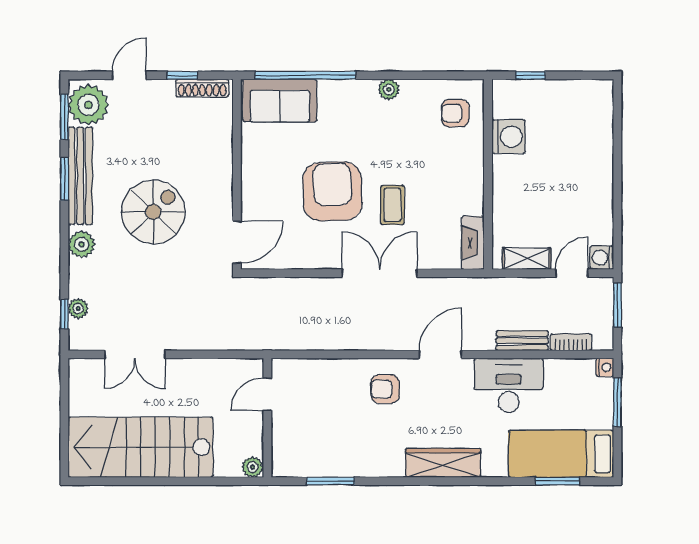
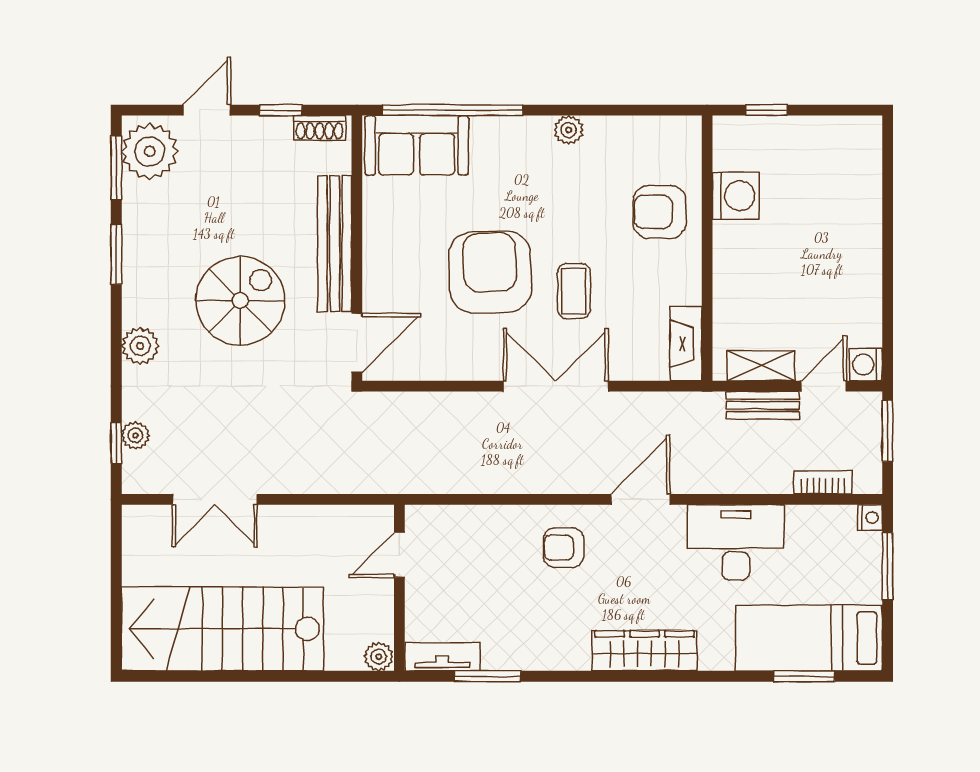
shoe rack: (202, 88) -> (320, 128), width x0.70
armchair: (455, 113) -> (660, 212), moved, width x1.38, depth x1.38
bench: (80, 176) -> (335, 244), moved
bench: (522, 341) -> (763, 405), moved
tv unit: (298, 467) -> (442, 657), added

